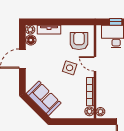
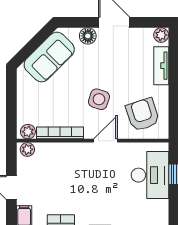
floor lamp: (31, 40) -> (88, 36), moved
armchair: (79, 41) -> (143, 115), turned -108

